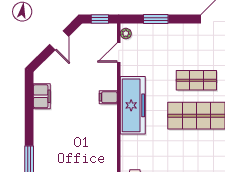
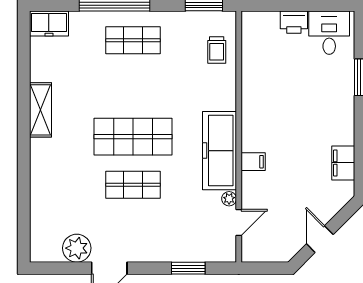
window: (100, 19) -> (265, 268), removed
plant: (126, 34) -> (229, 199), moved

